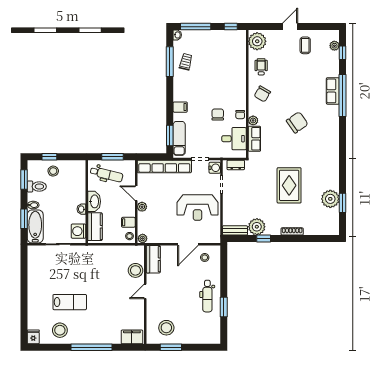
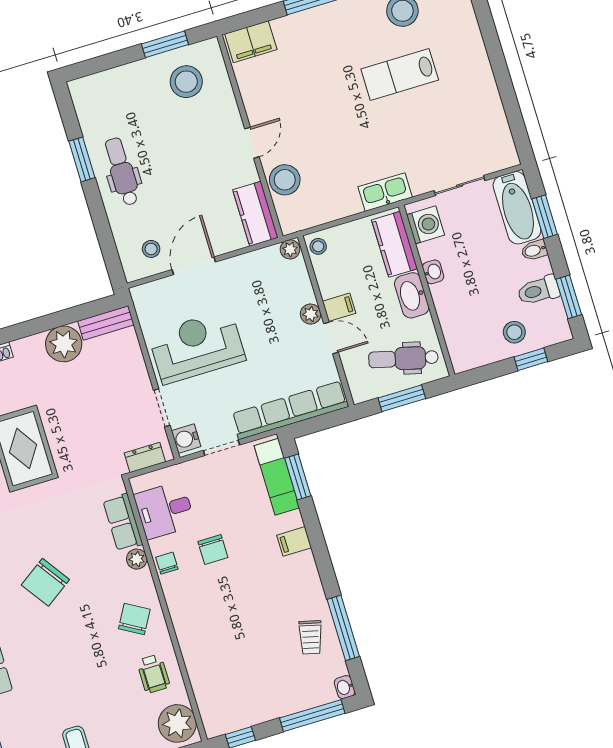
filing cabinet: (128, 222) -> (339, 307), moved
window: (264, 239) -> (42, 324), removed
kitchen sink: (92, 251) -> (385, 192), added

